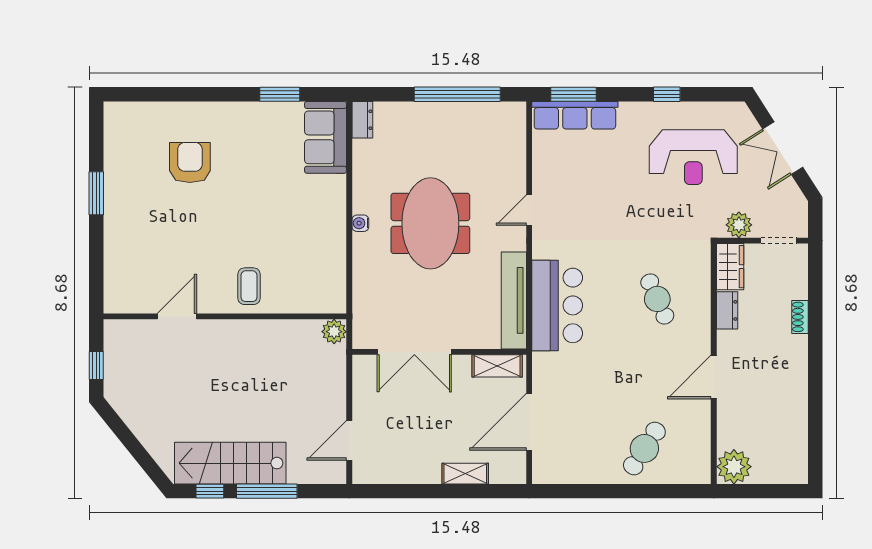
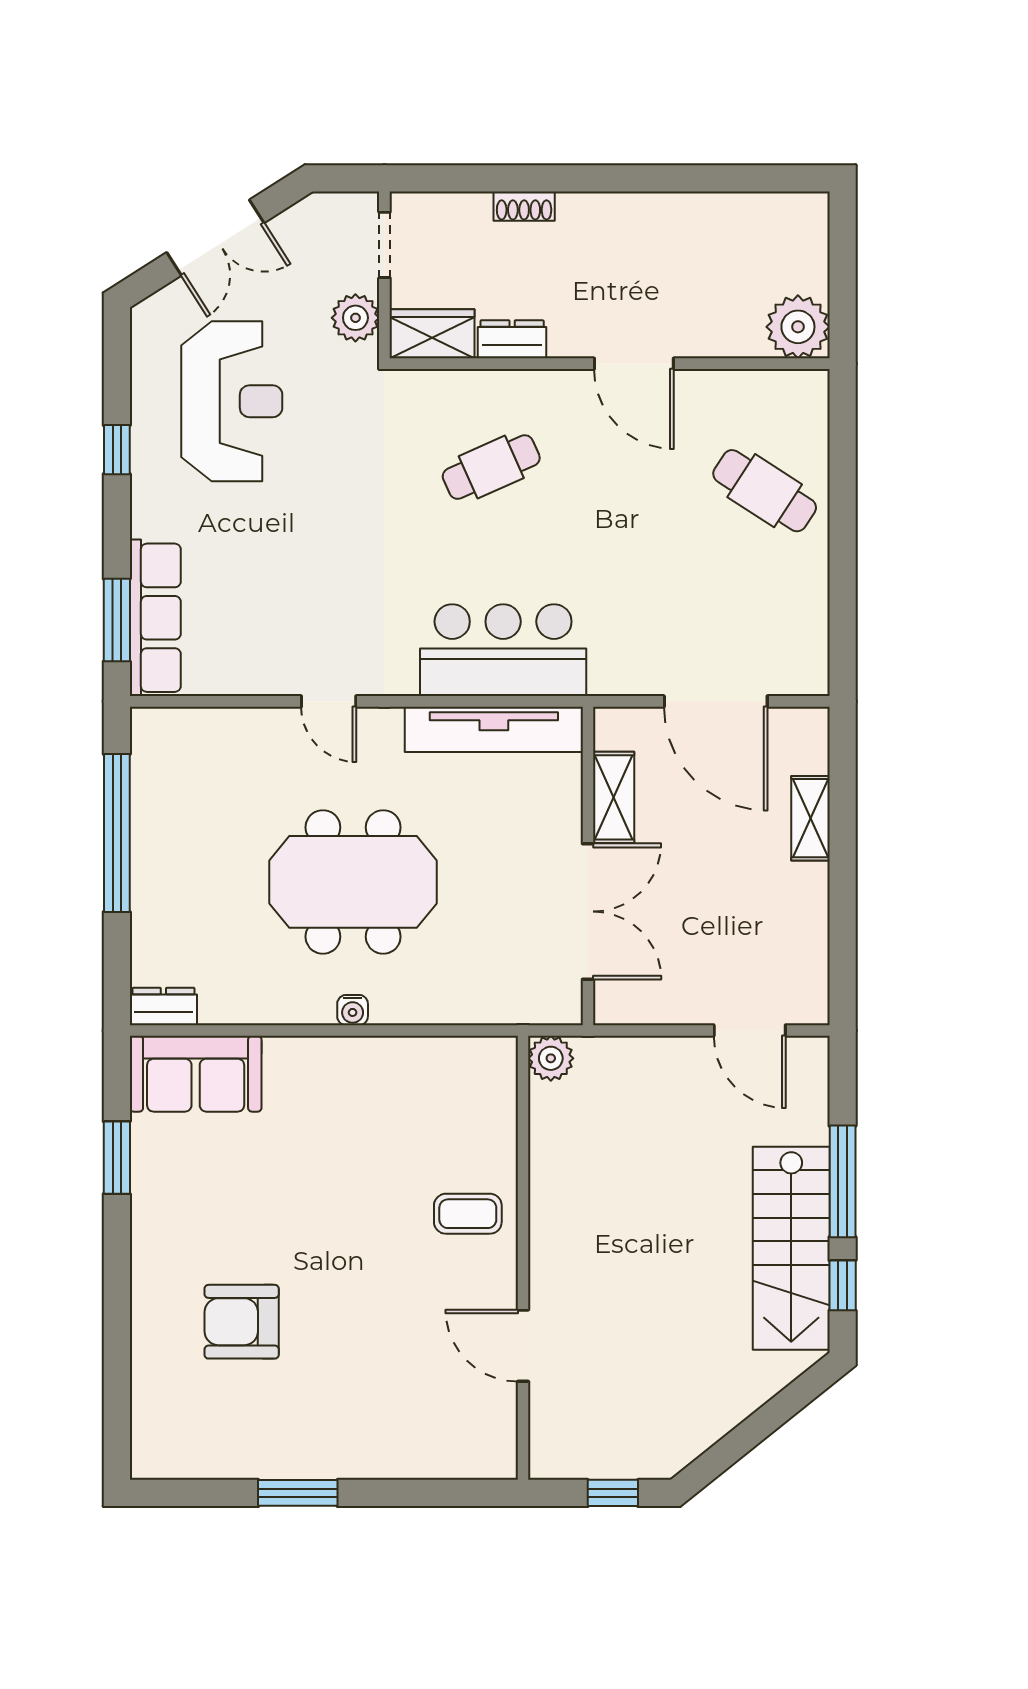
shelving: (497, 366) -> (614, 797), moved

